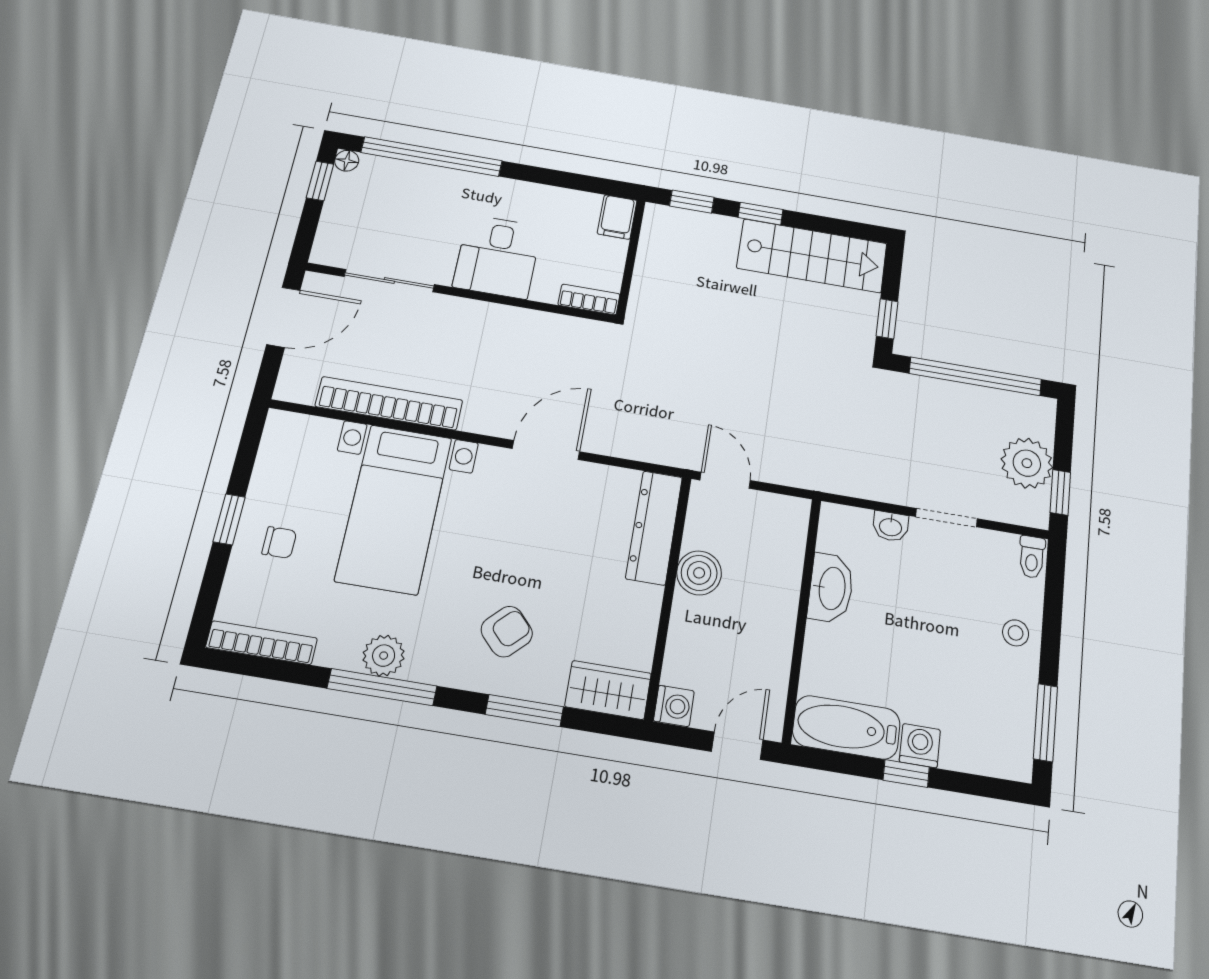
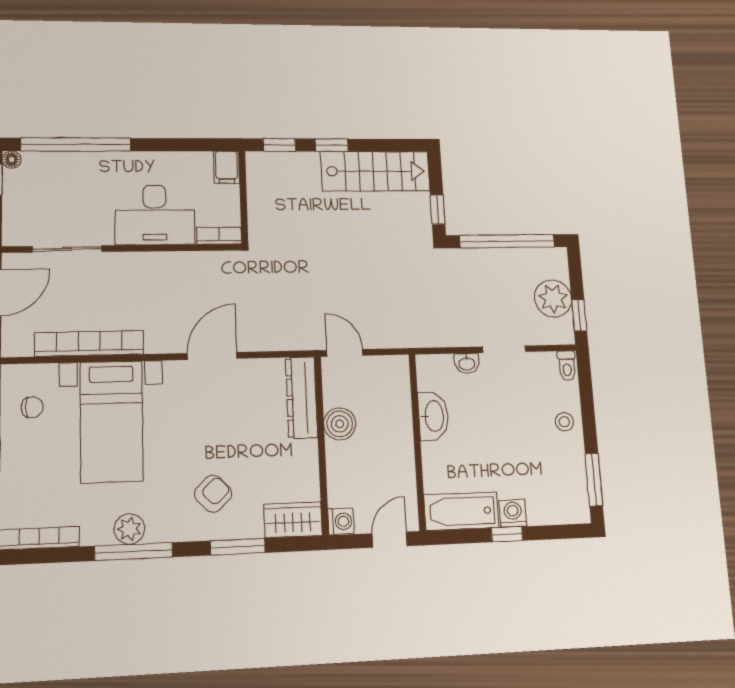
desk: (497, 257) -> (155, 215), width x1.37
chair: (279, 542) -> (32, 407), moved

